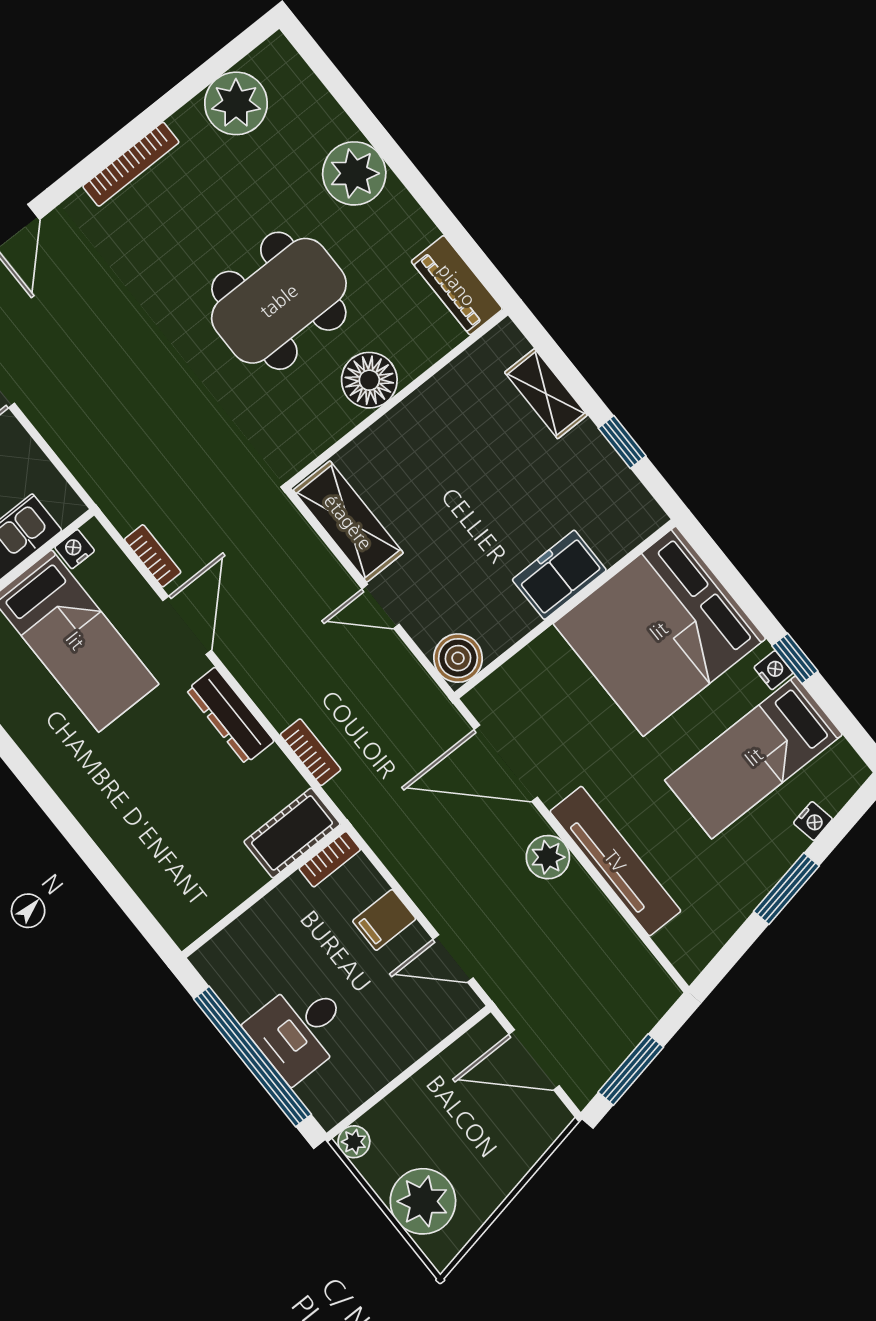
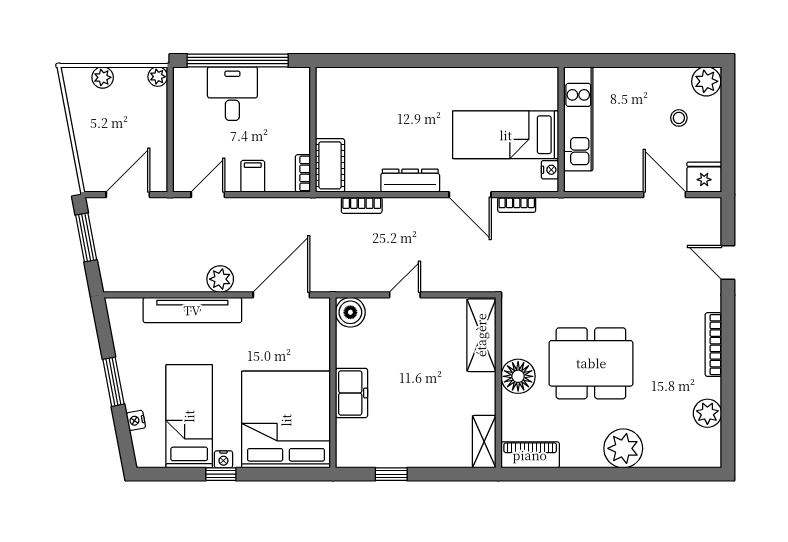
plant: (236, 103) -> (707, 413), width x0.73, depth x0.73
dining table: (279, 301) -> (591, 363), turned 90
shelving: (546, 394) -> (484, 442), moved, turned 90
shelving: (348, 522) -> (481, 335), moved, turned 90
plant: (423, 1201) -> (103, 77), width x0.53, depth x0.53

